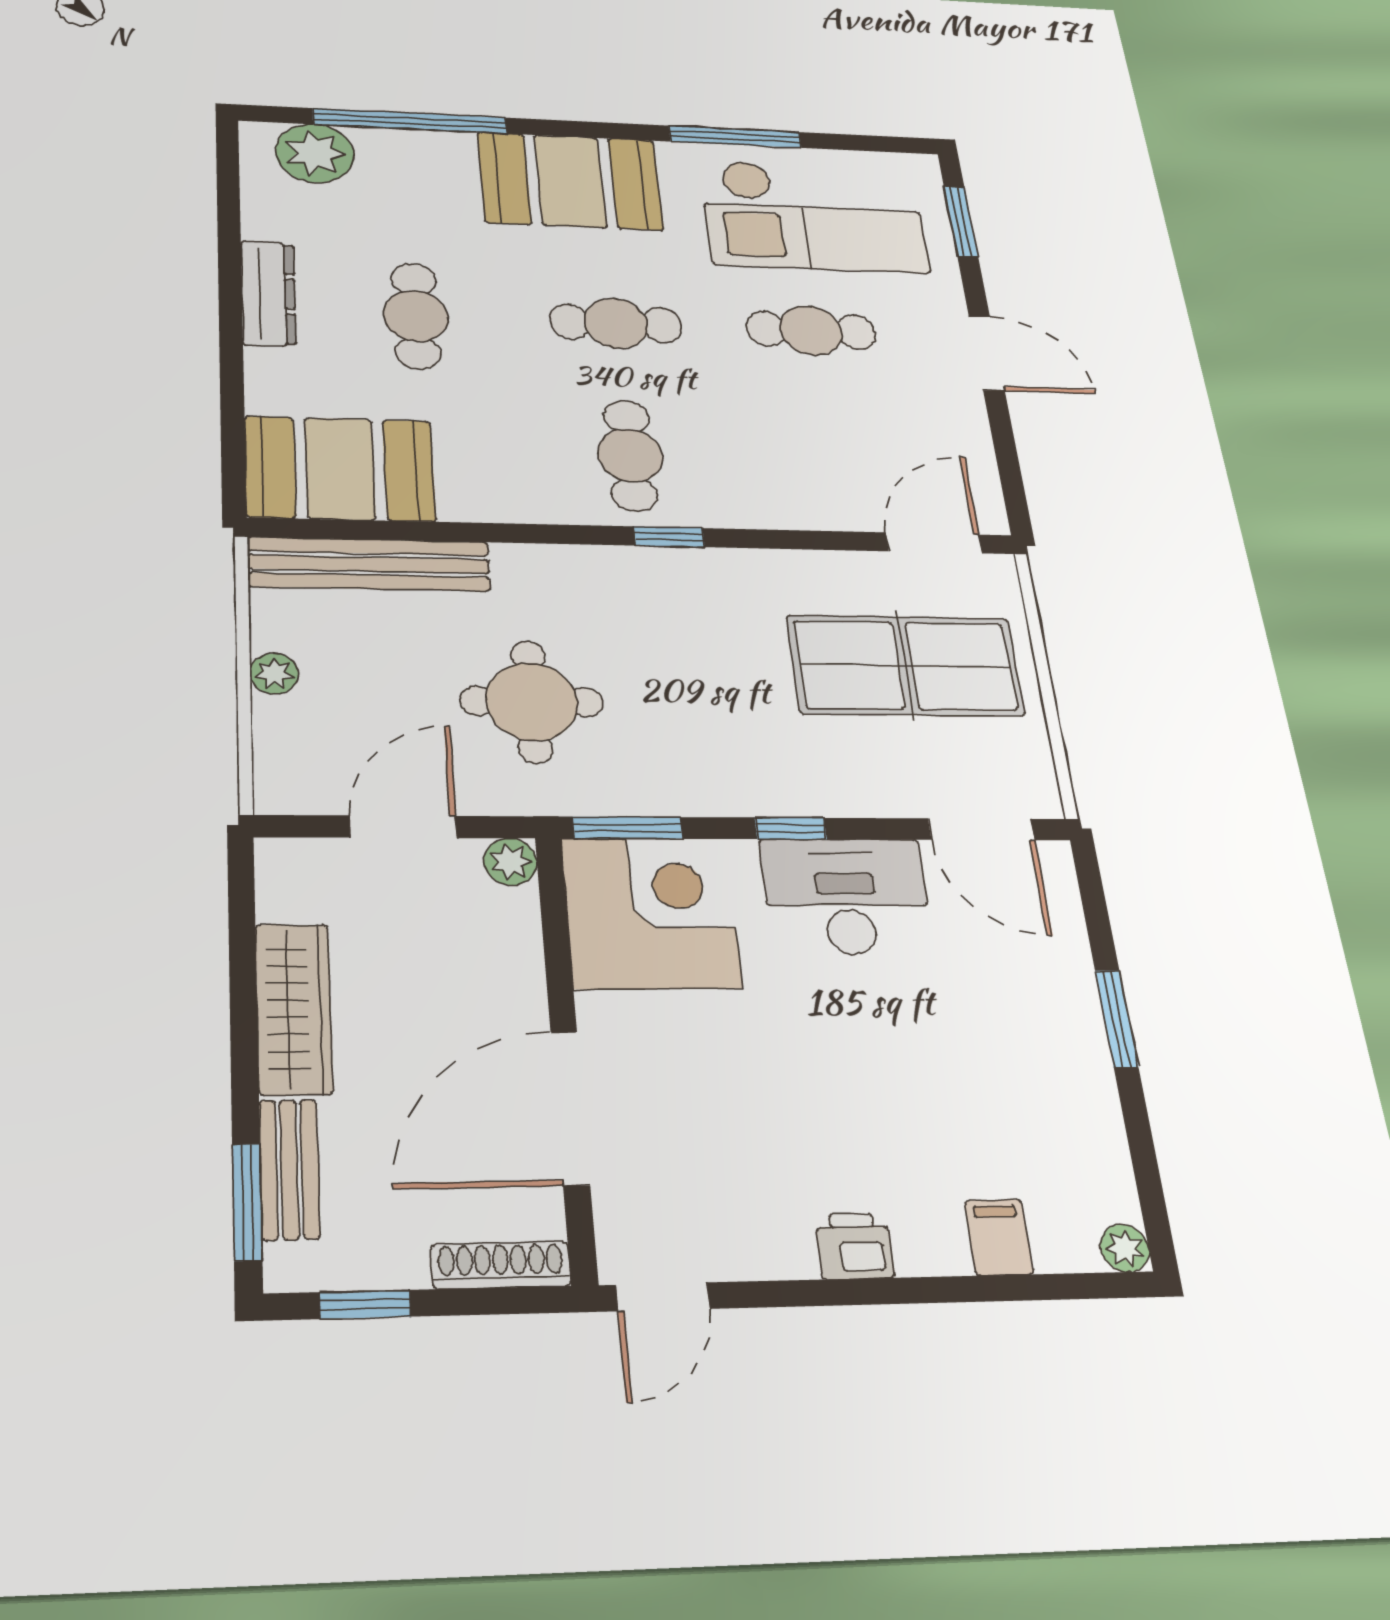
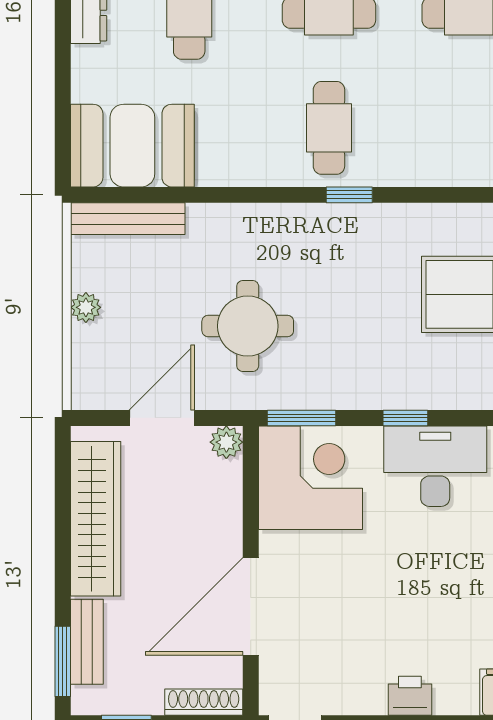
bench: (369, 564) -> (128, 219), width x0.73, depth x0.82
wardrobe: (294, 1009) -> (96, 519), width x1.40, depth x1.17

